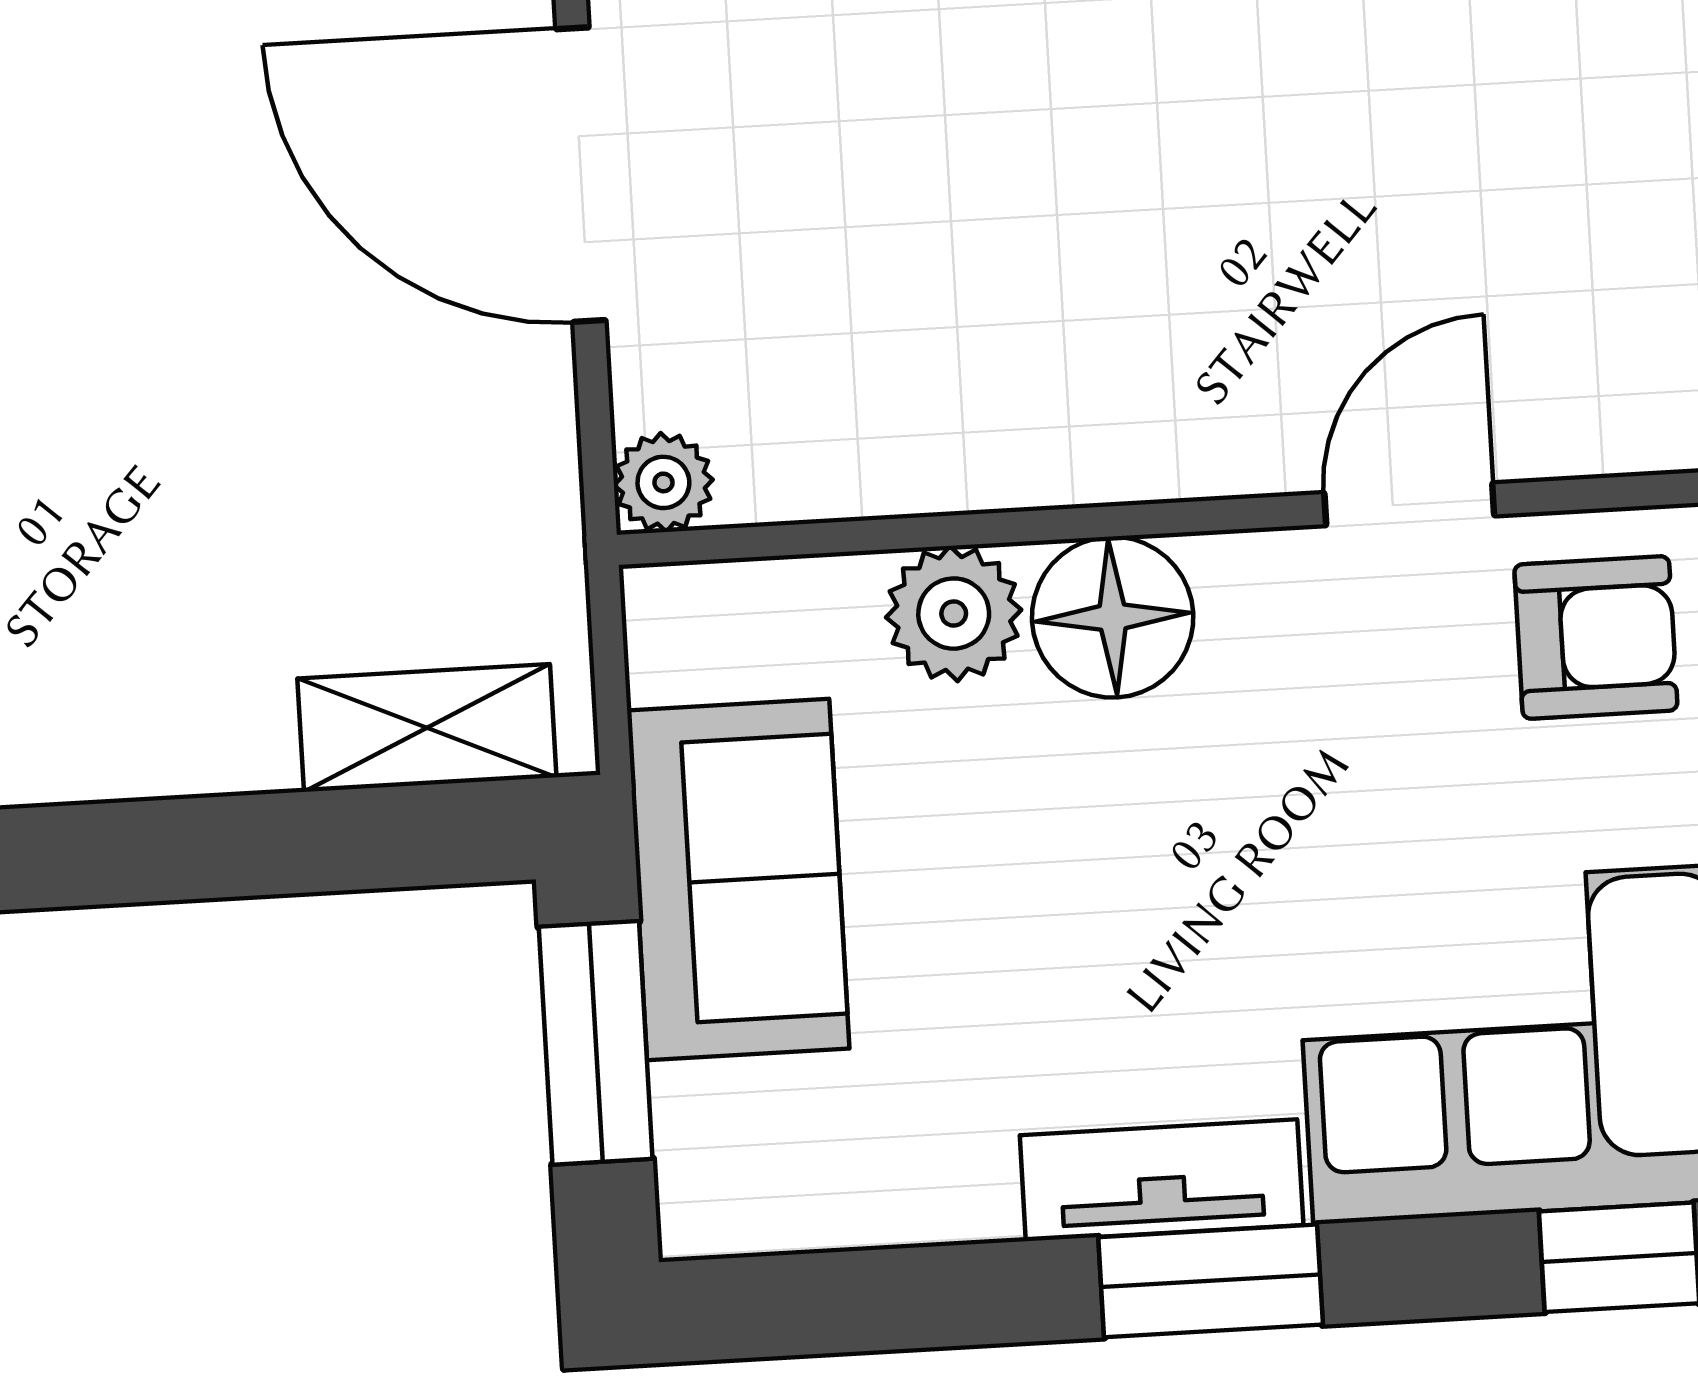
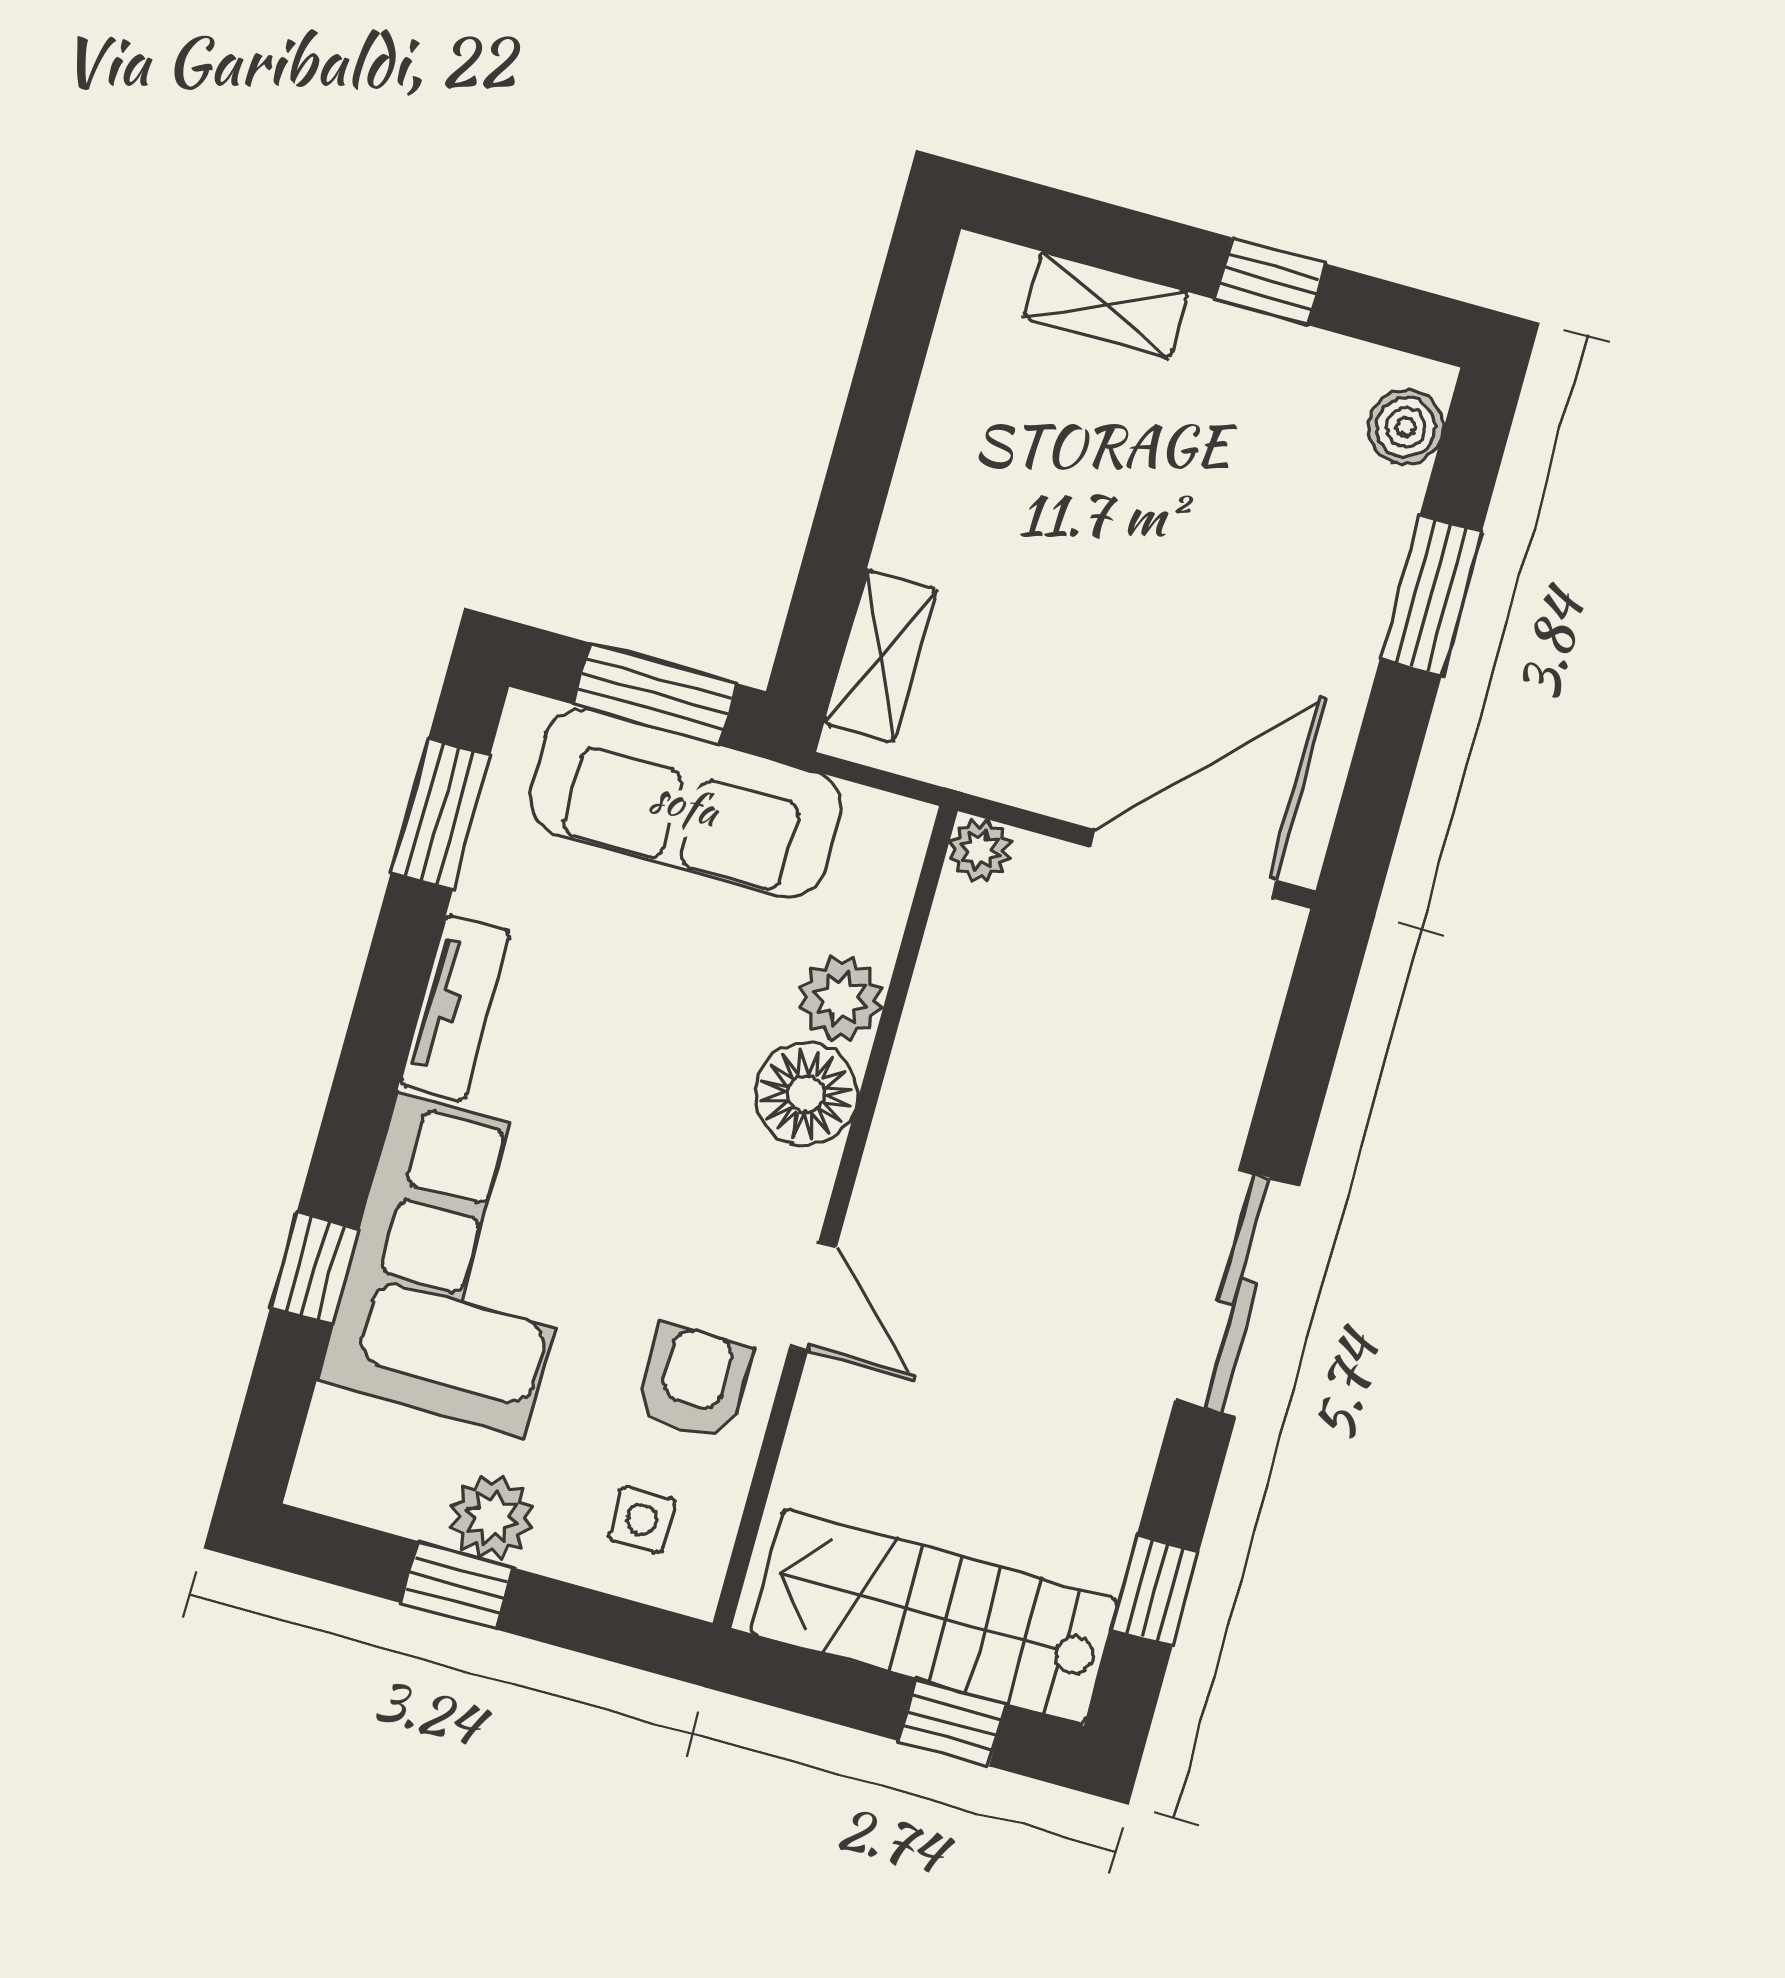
armchair: (1596, 637) -> (694, 1382), turned 180
sofa: (738, 880) -> (685, 803), width x1.36
window: (1211, 1281) -> (441, 814), moved

